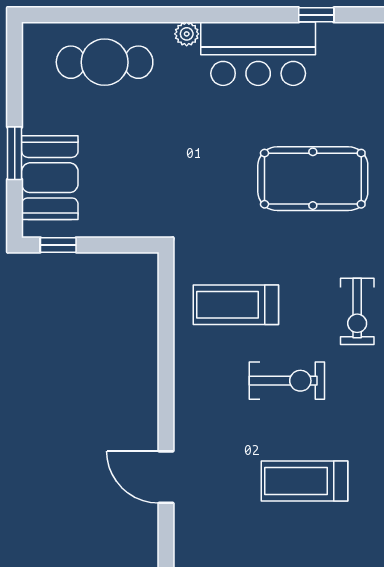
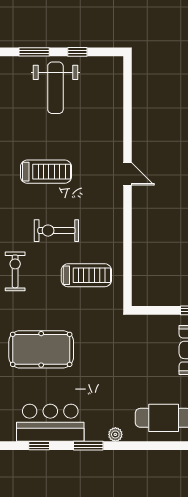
window: (233, 15) -> (88, 446), added
bar counter: (258, 54) -> (50, 423), moved
door: (166, 477) -> (128, 174), width x0.73

